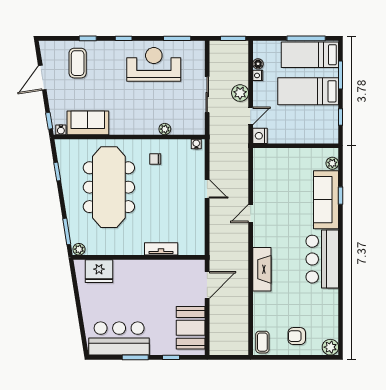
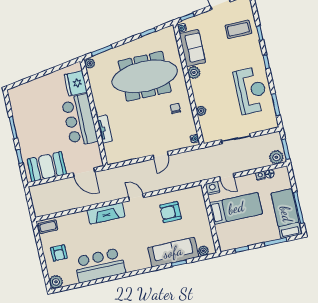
bed: (308, 91) -> (236, 208), moved, turned 90
plant: (240, 93) -> (276, 157), moved
plant: (117, 127) -> (194, 72), added
armchair: (277, 192) -> (171, 212), added
door: (251, 213) -> (136, 197), moved
bar counter: (322, 259) -> (100, 265), moved
armchair: (297, 336) -> (59, 253), turned 180
bar counter: (119, 338) -> (80, 120), moved, turned 180

